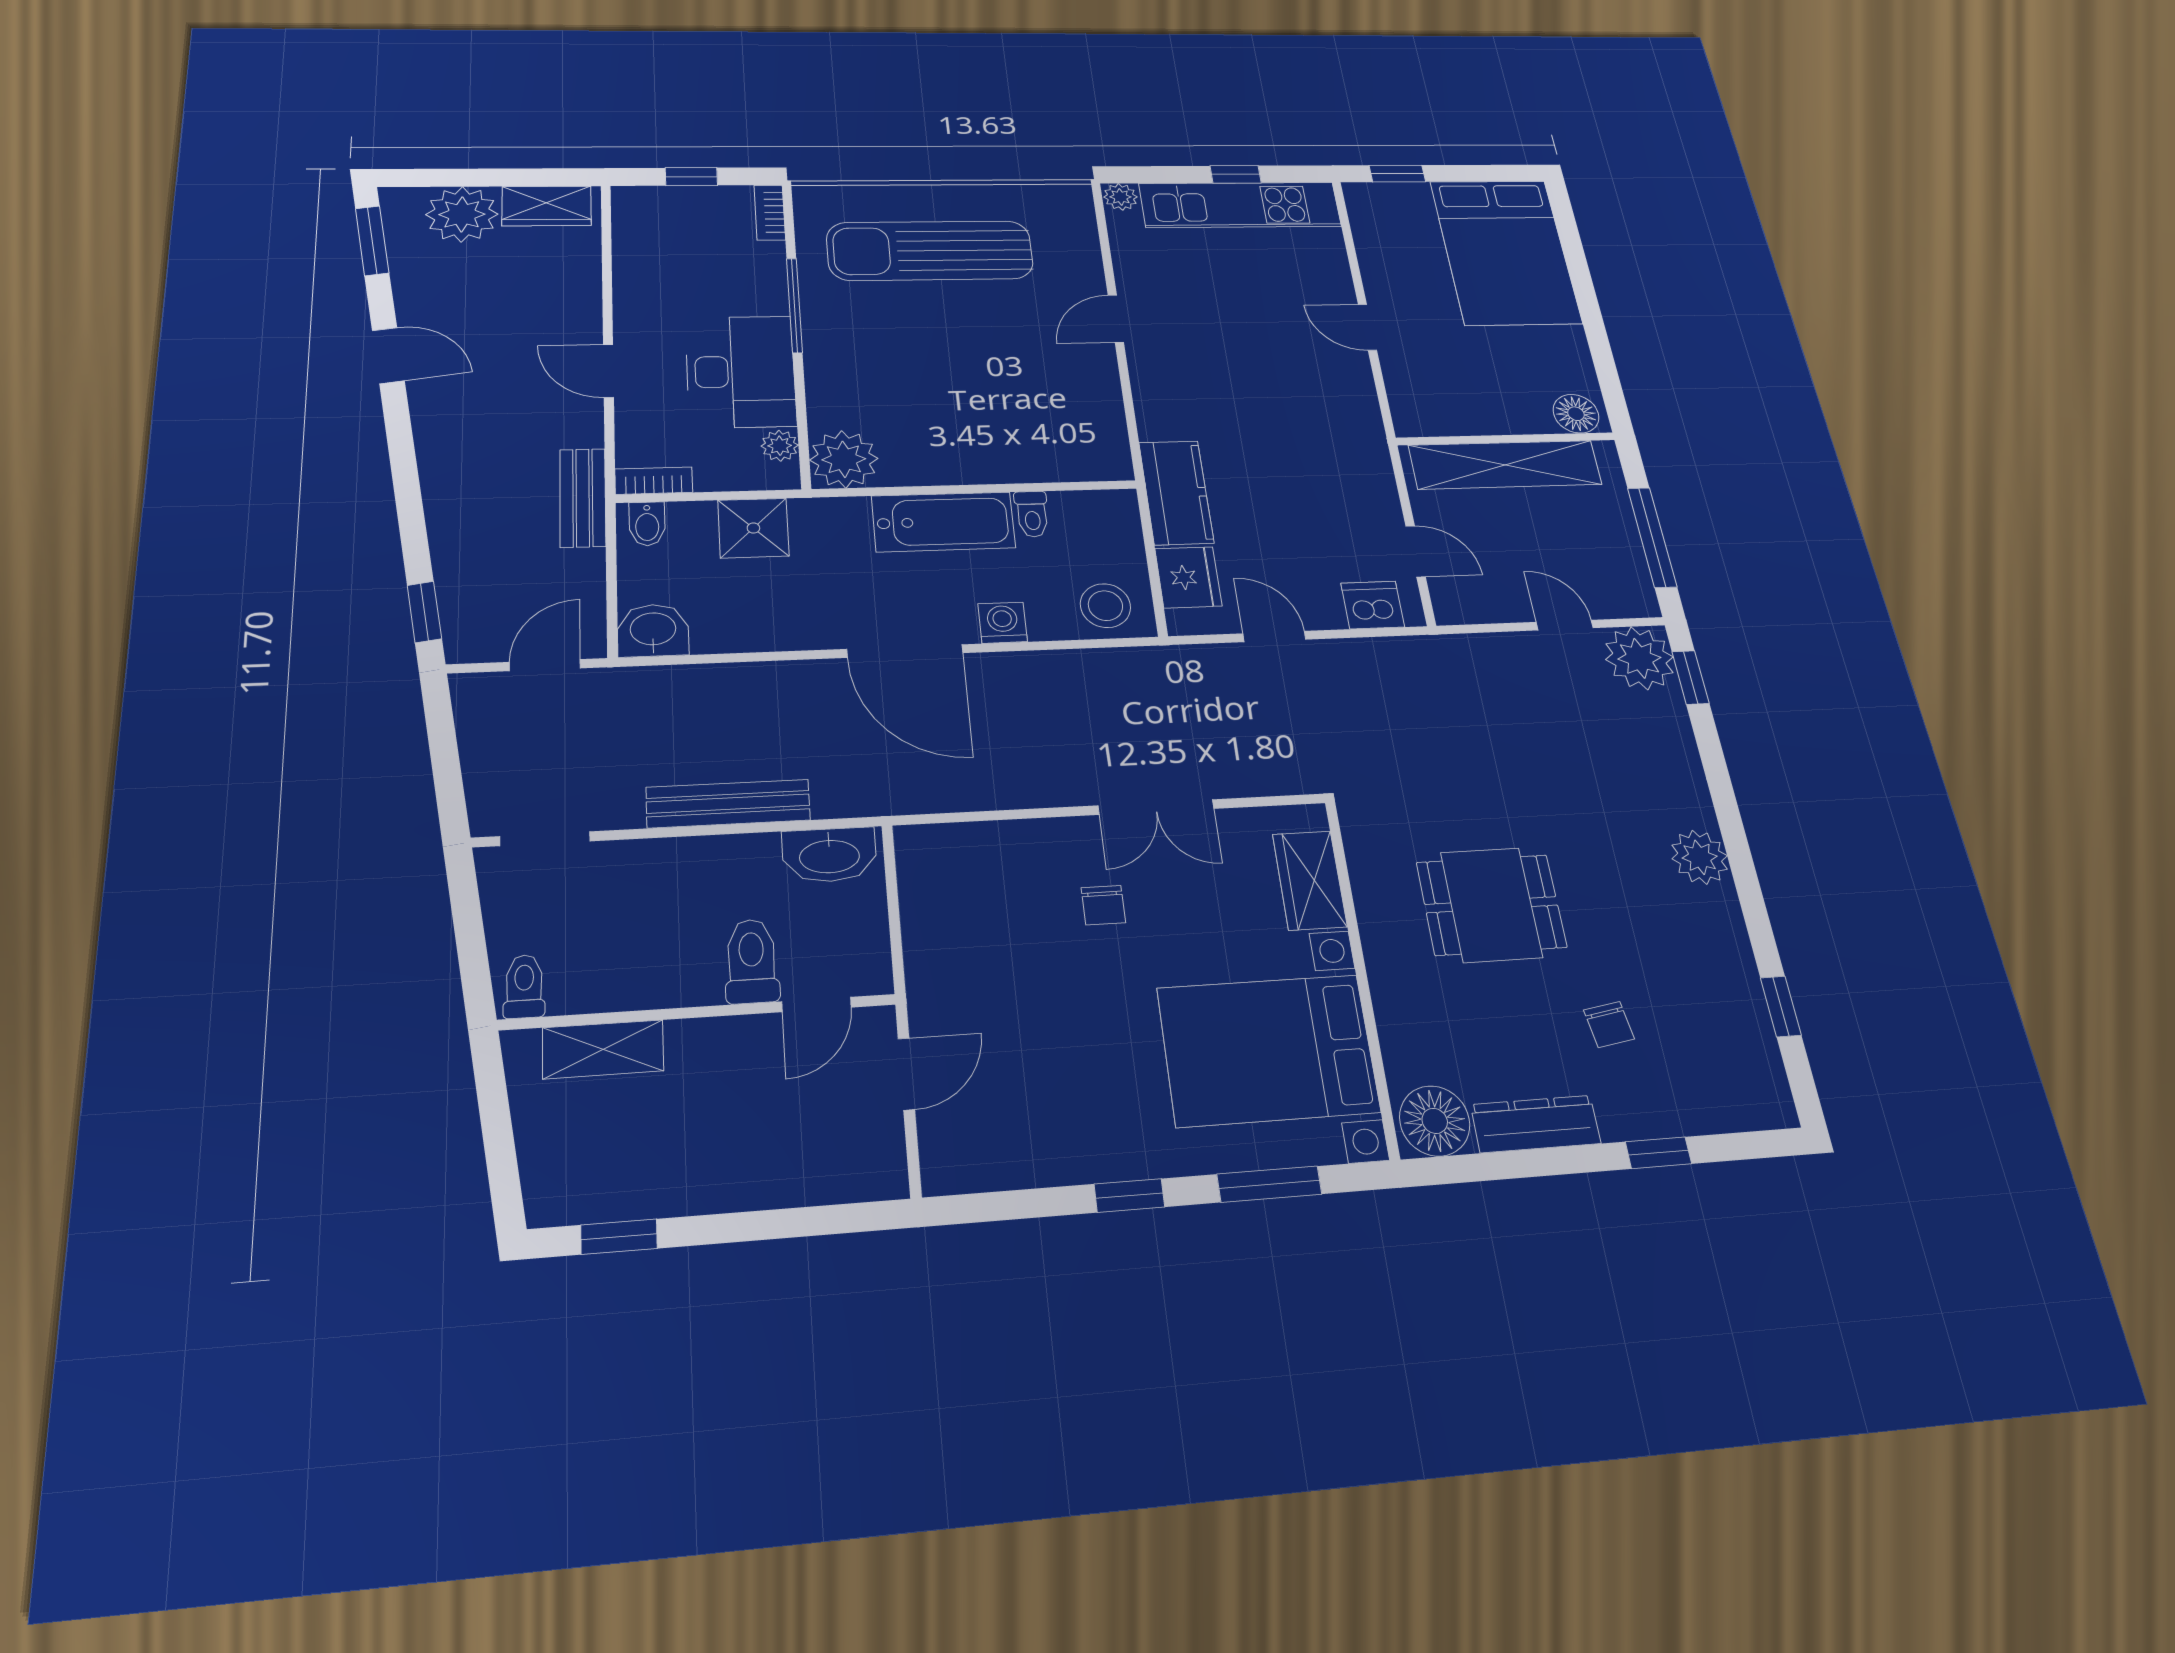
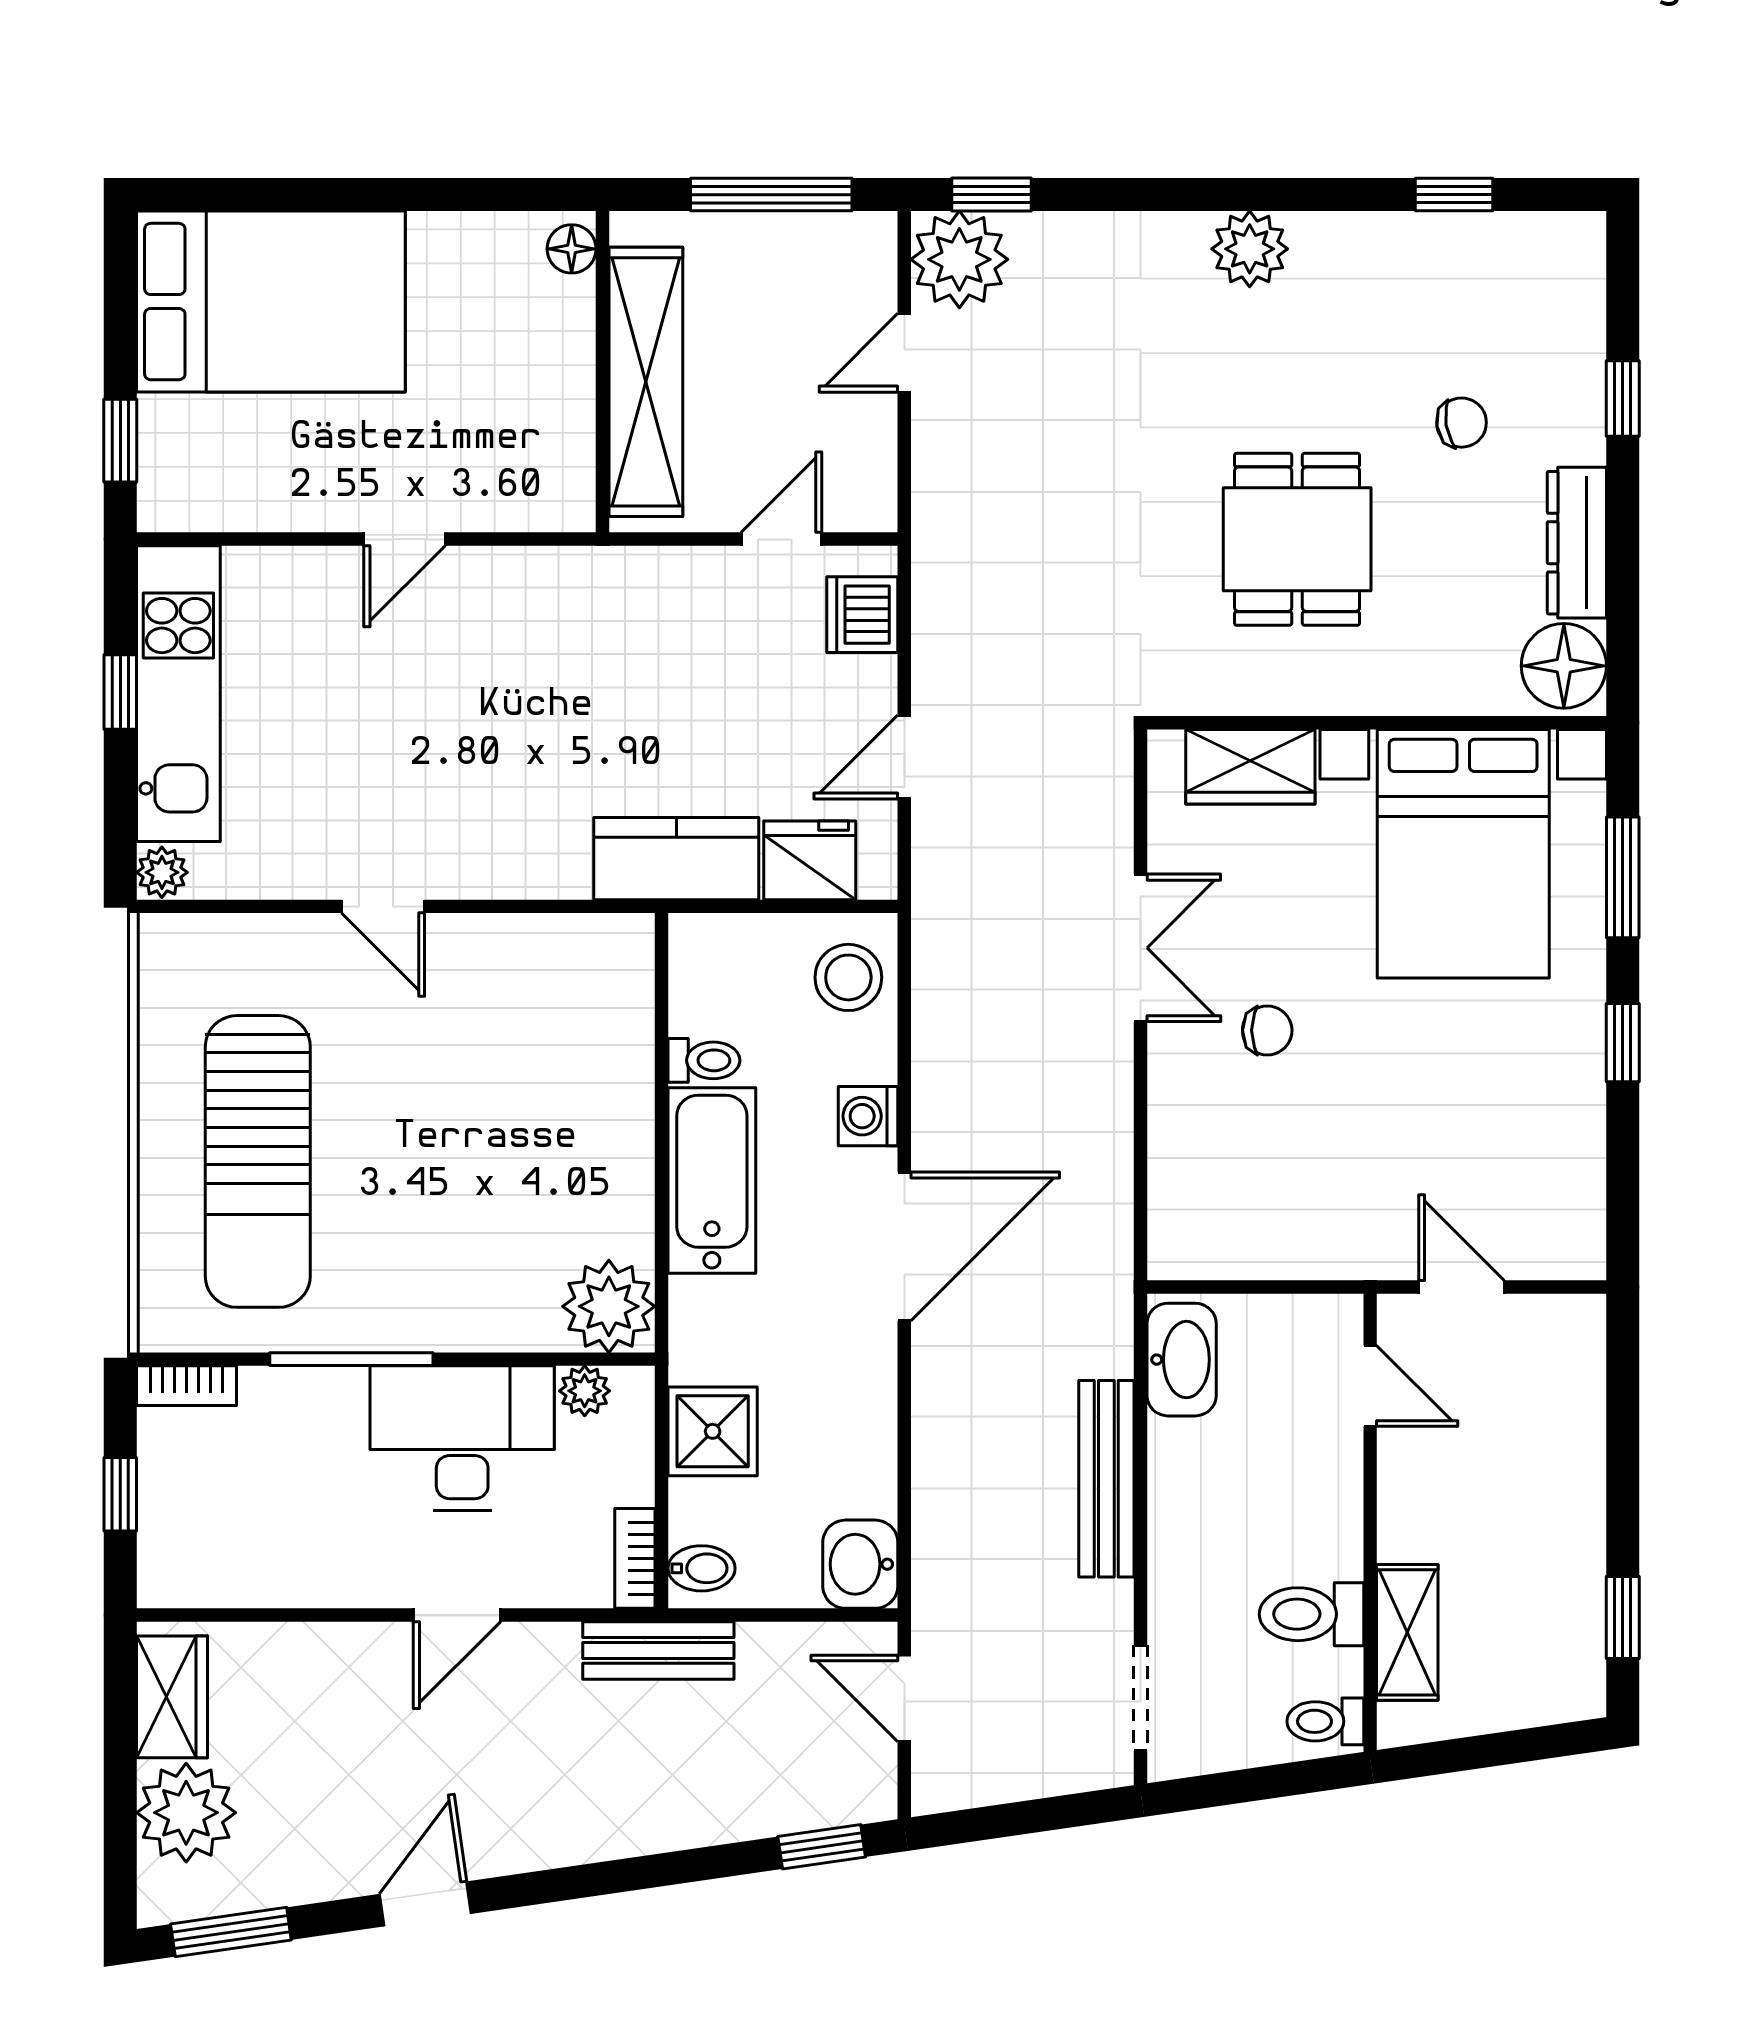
floor lamp: (1576, 414) -> (572, 249), width x0.73, depth x0.73
toilet: (752, 961) -> (1311, 1614), moved

